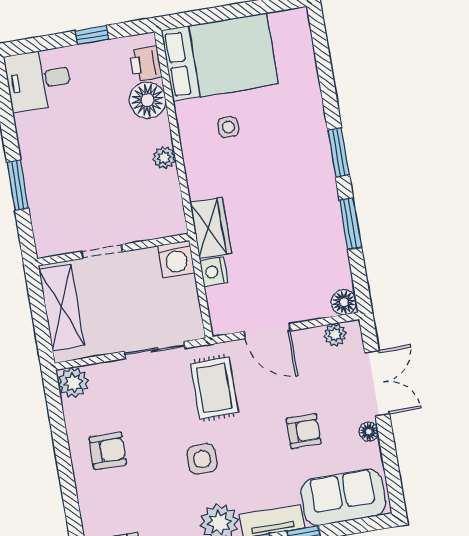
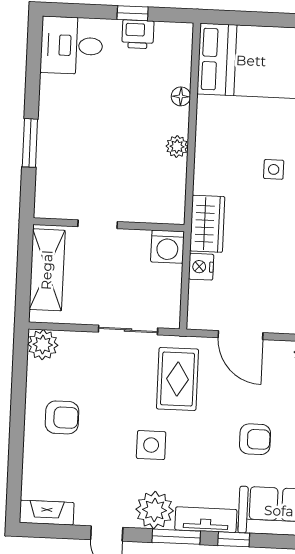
printer: (146, 64) -> (138, 34), moved, turned -90
floor lamp: (148, 100) -> (181, 96), width x0.53, depth x0.53
side table: (228, 127) -> (274, 169), moved

